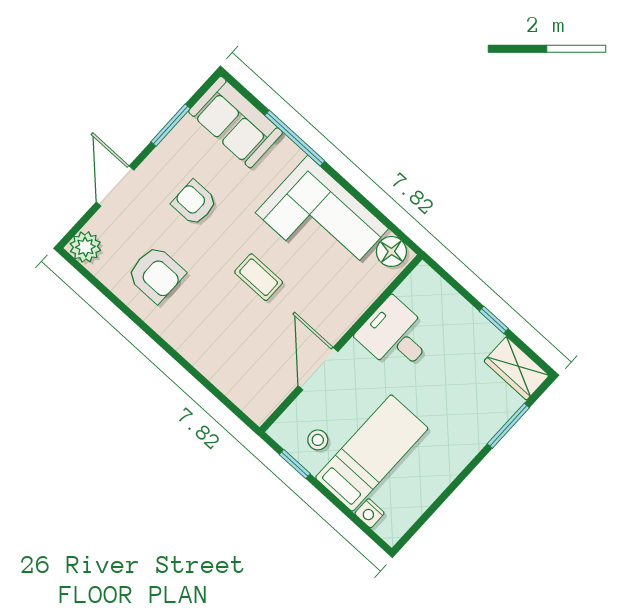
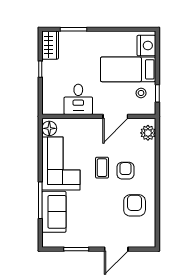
sofa: (236, 122) -> (54, 212), moved
armchair: (194, 203) -> (125, 171), moved, turned 180
plant: (85, 247) -> (148, 133), moved
nightstand: (370, 513) -> (146, 46), width x1.89, depth x1.79

